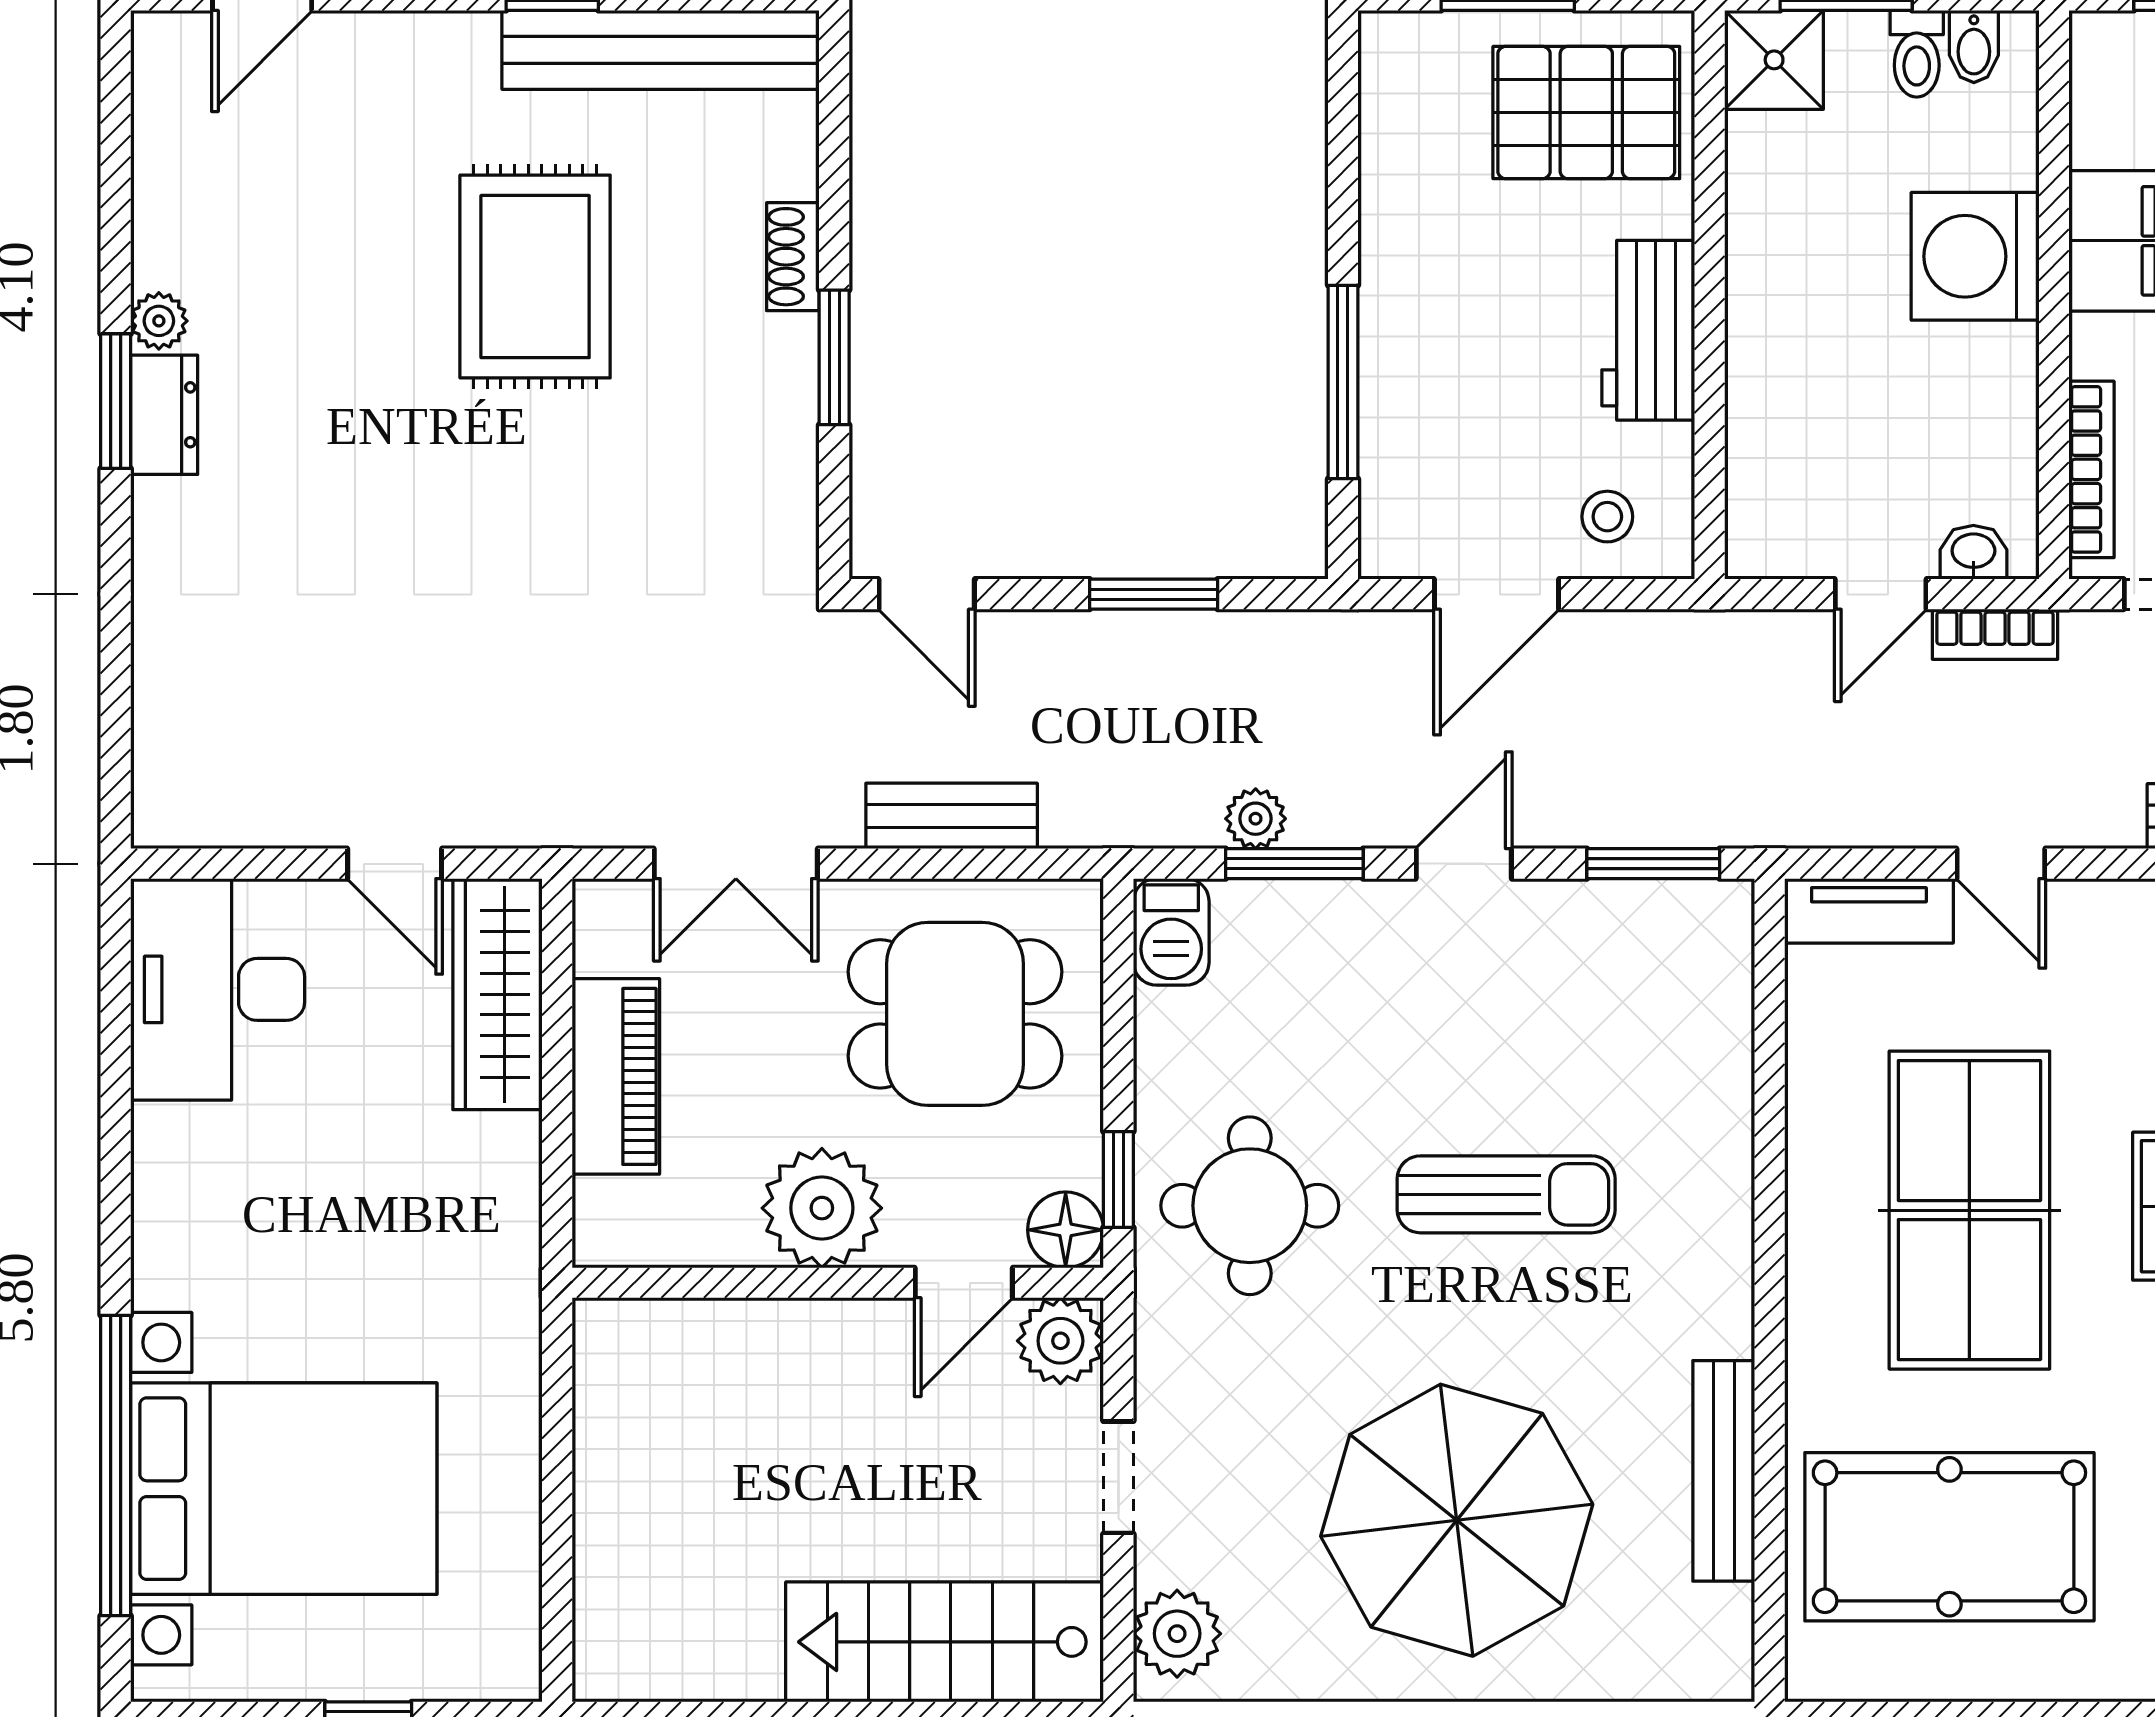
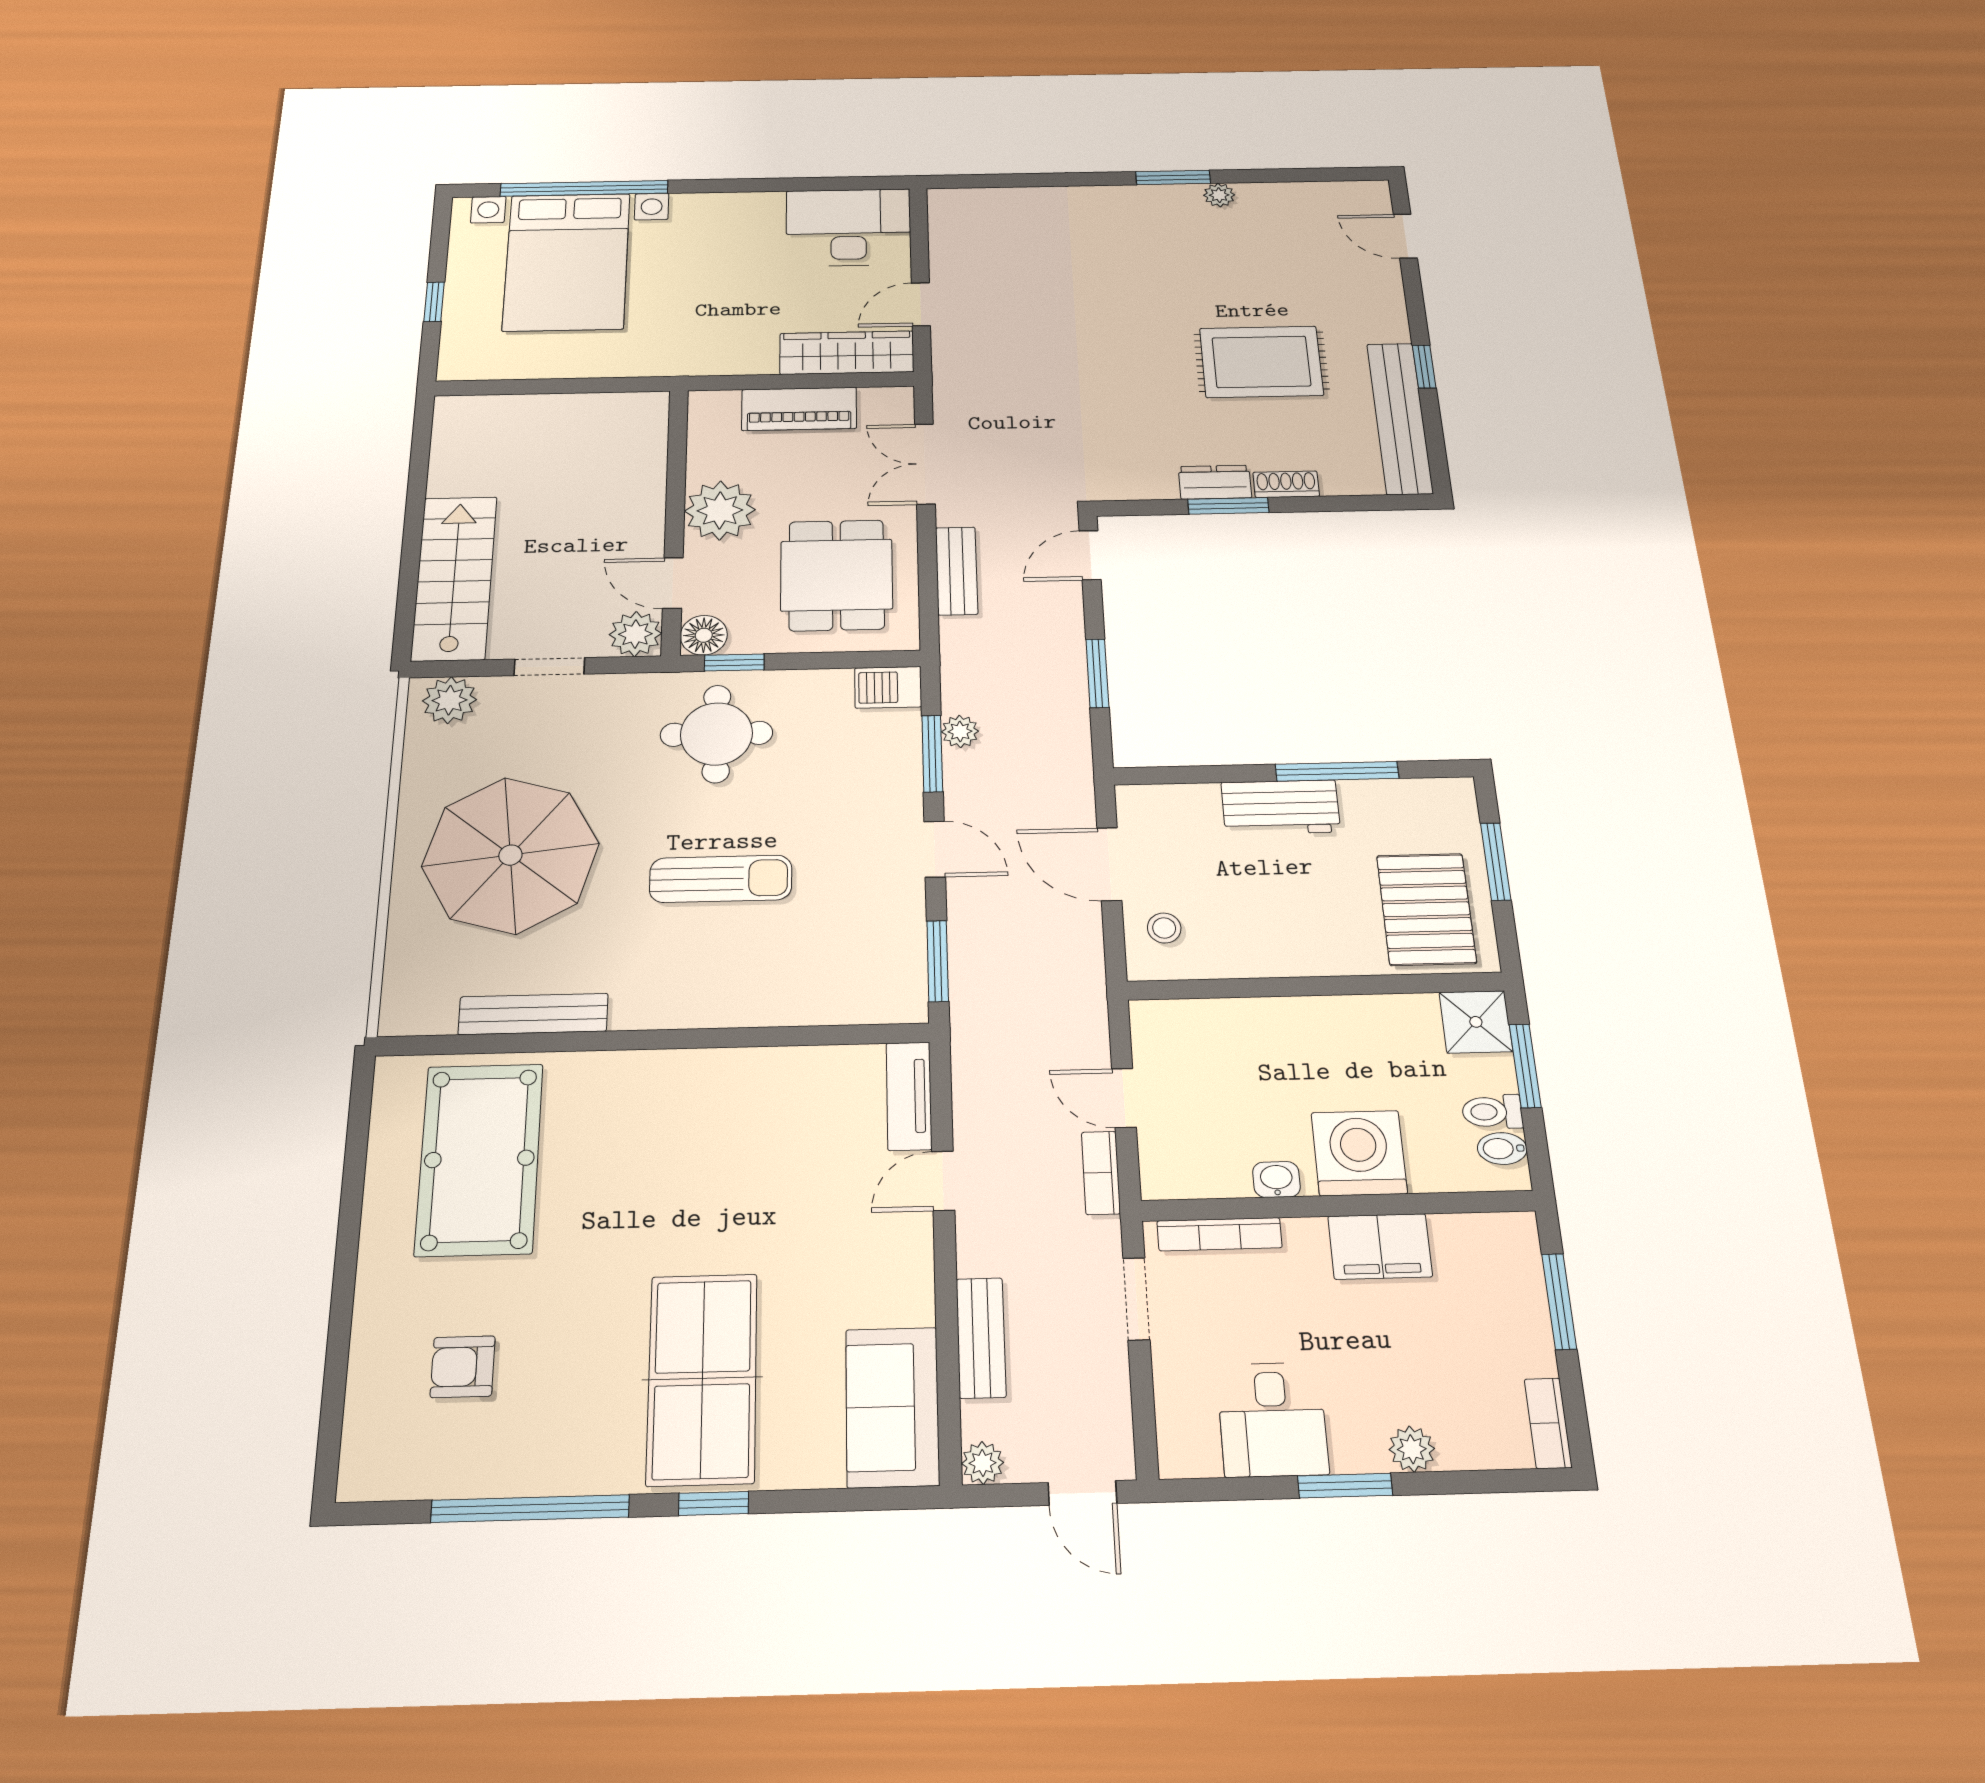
workbench: (1648, 330) -> (1281, 807), moved, turned 180
window: (1343, 382) -> (1337, 771), moved
dresser: (164, 415) -> (1215, 482), moved, turned 180
washbasin: (1973, 552) -> (1276, 1180), moved, turned -90
sun lounger: (1506, 1194) -> (721, 879), turned -90
table tennis table: (1969, 1210) -> (704, 1166), removed

